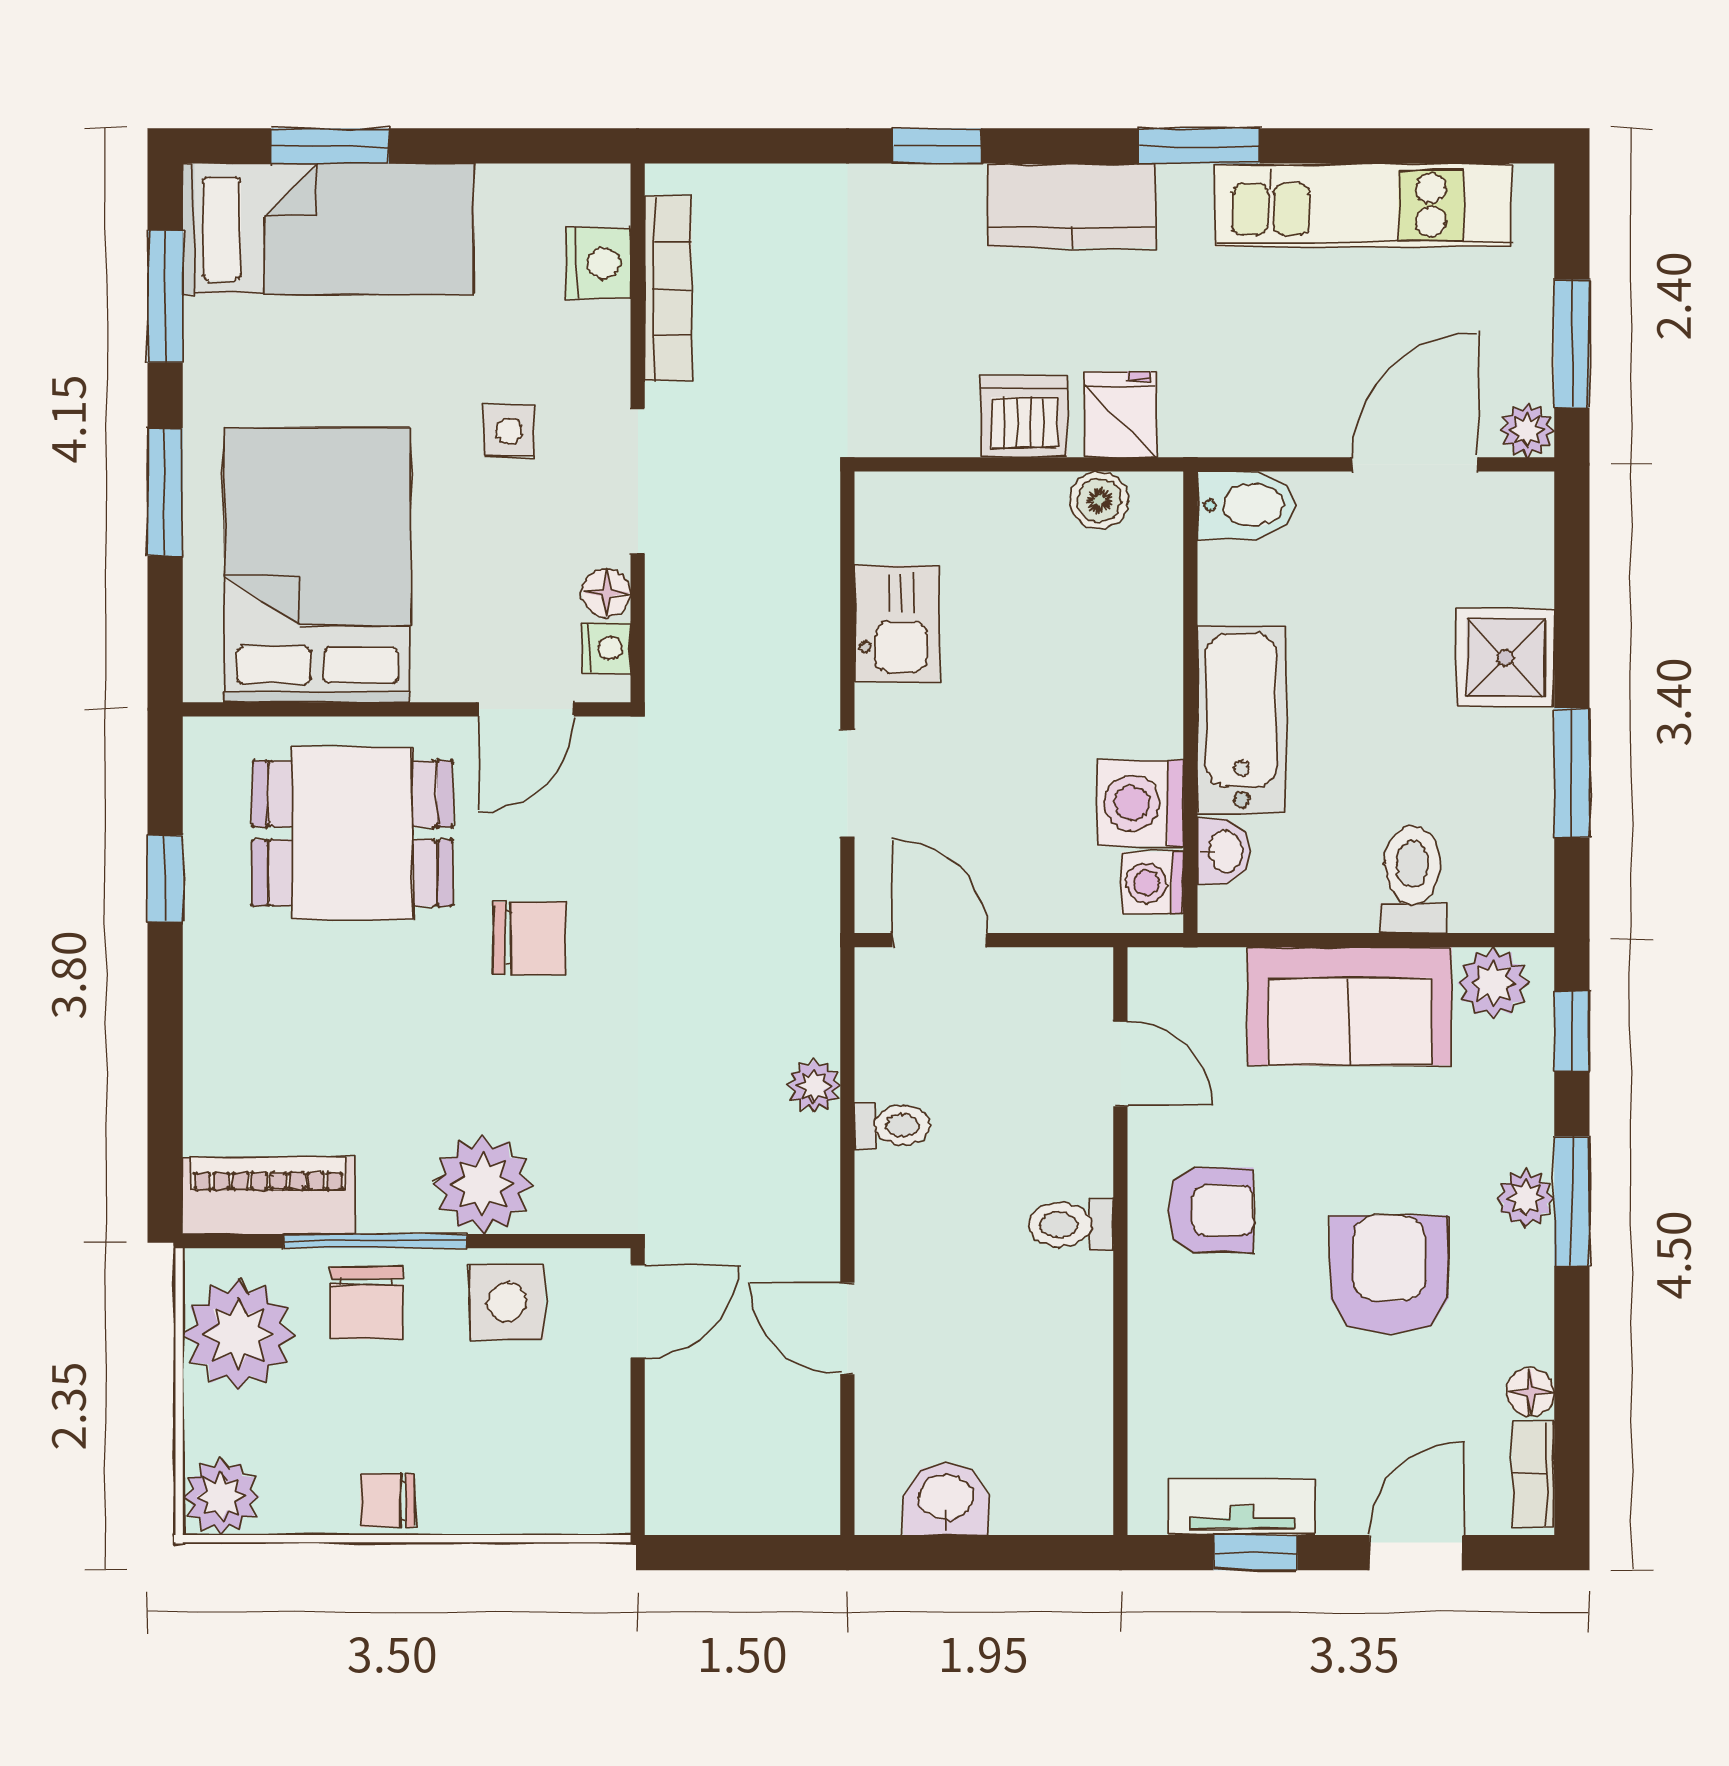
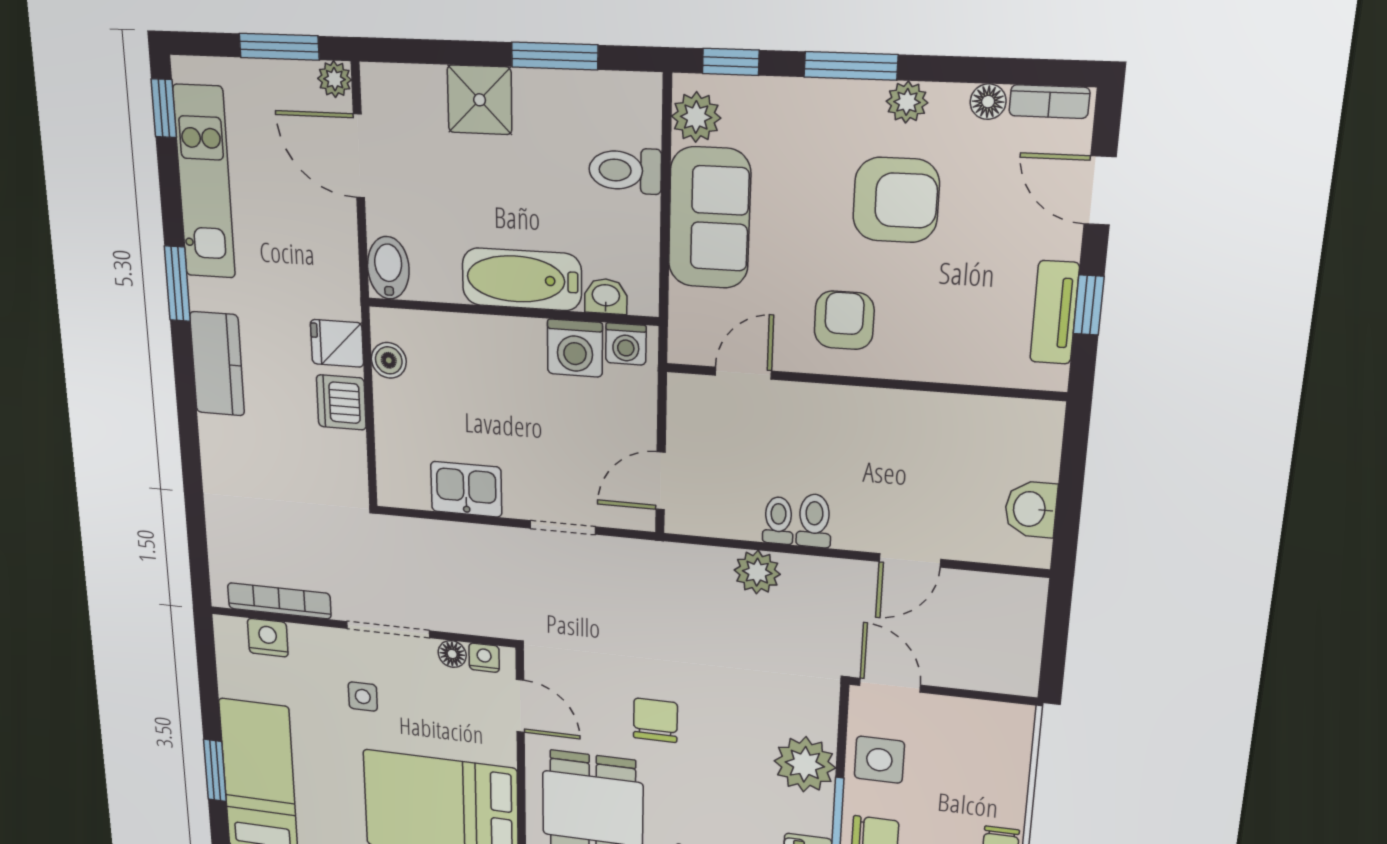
window: (937, 146) -> (164, 108), moved
plant: (814, 1086) -> (757, 572), width x1.38, depth x1.38
plant: (1526, 1198) -> (907, 102), moved
toilet: (1071, 1225) -> (814, 521), moved, turned 180
armchair: (1389, 1275) -> (896, 200), turned 180

